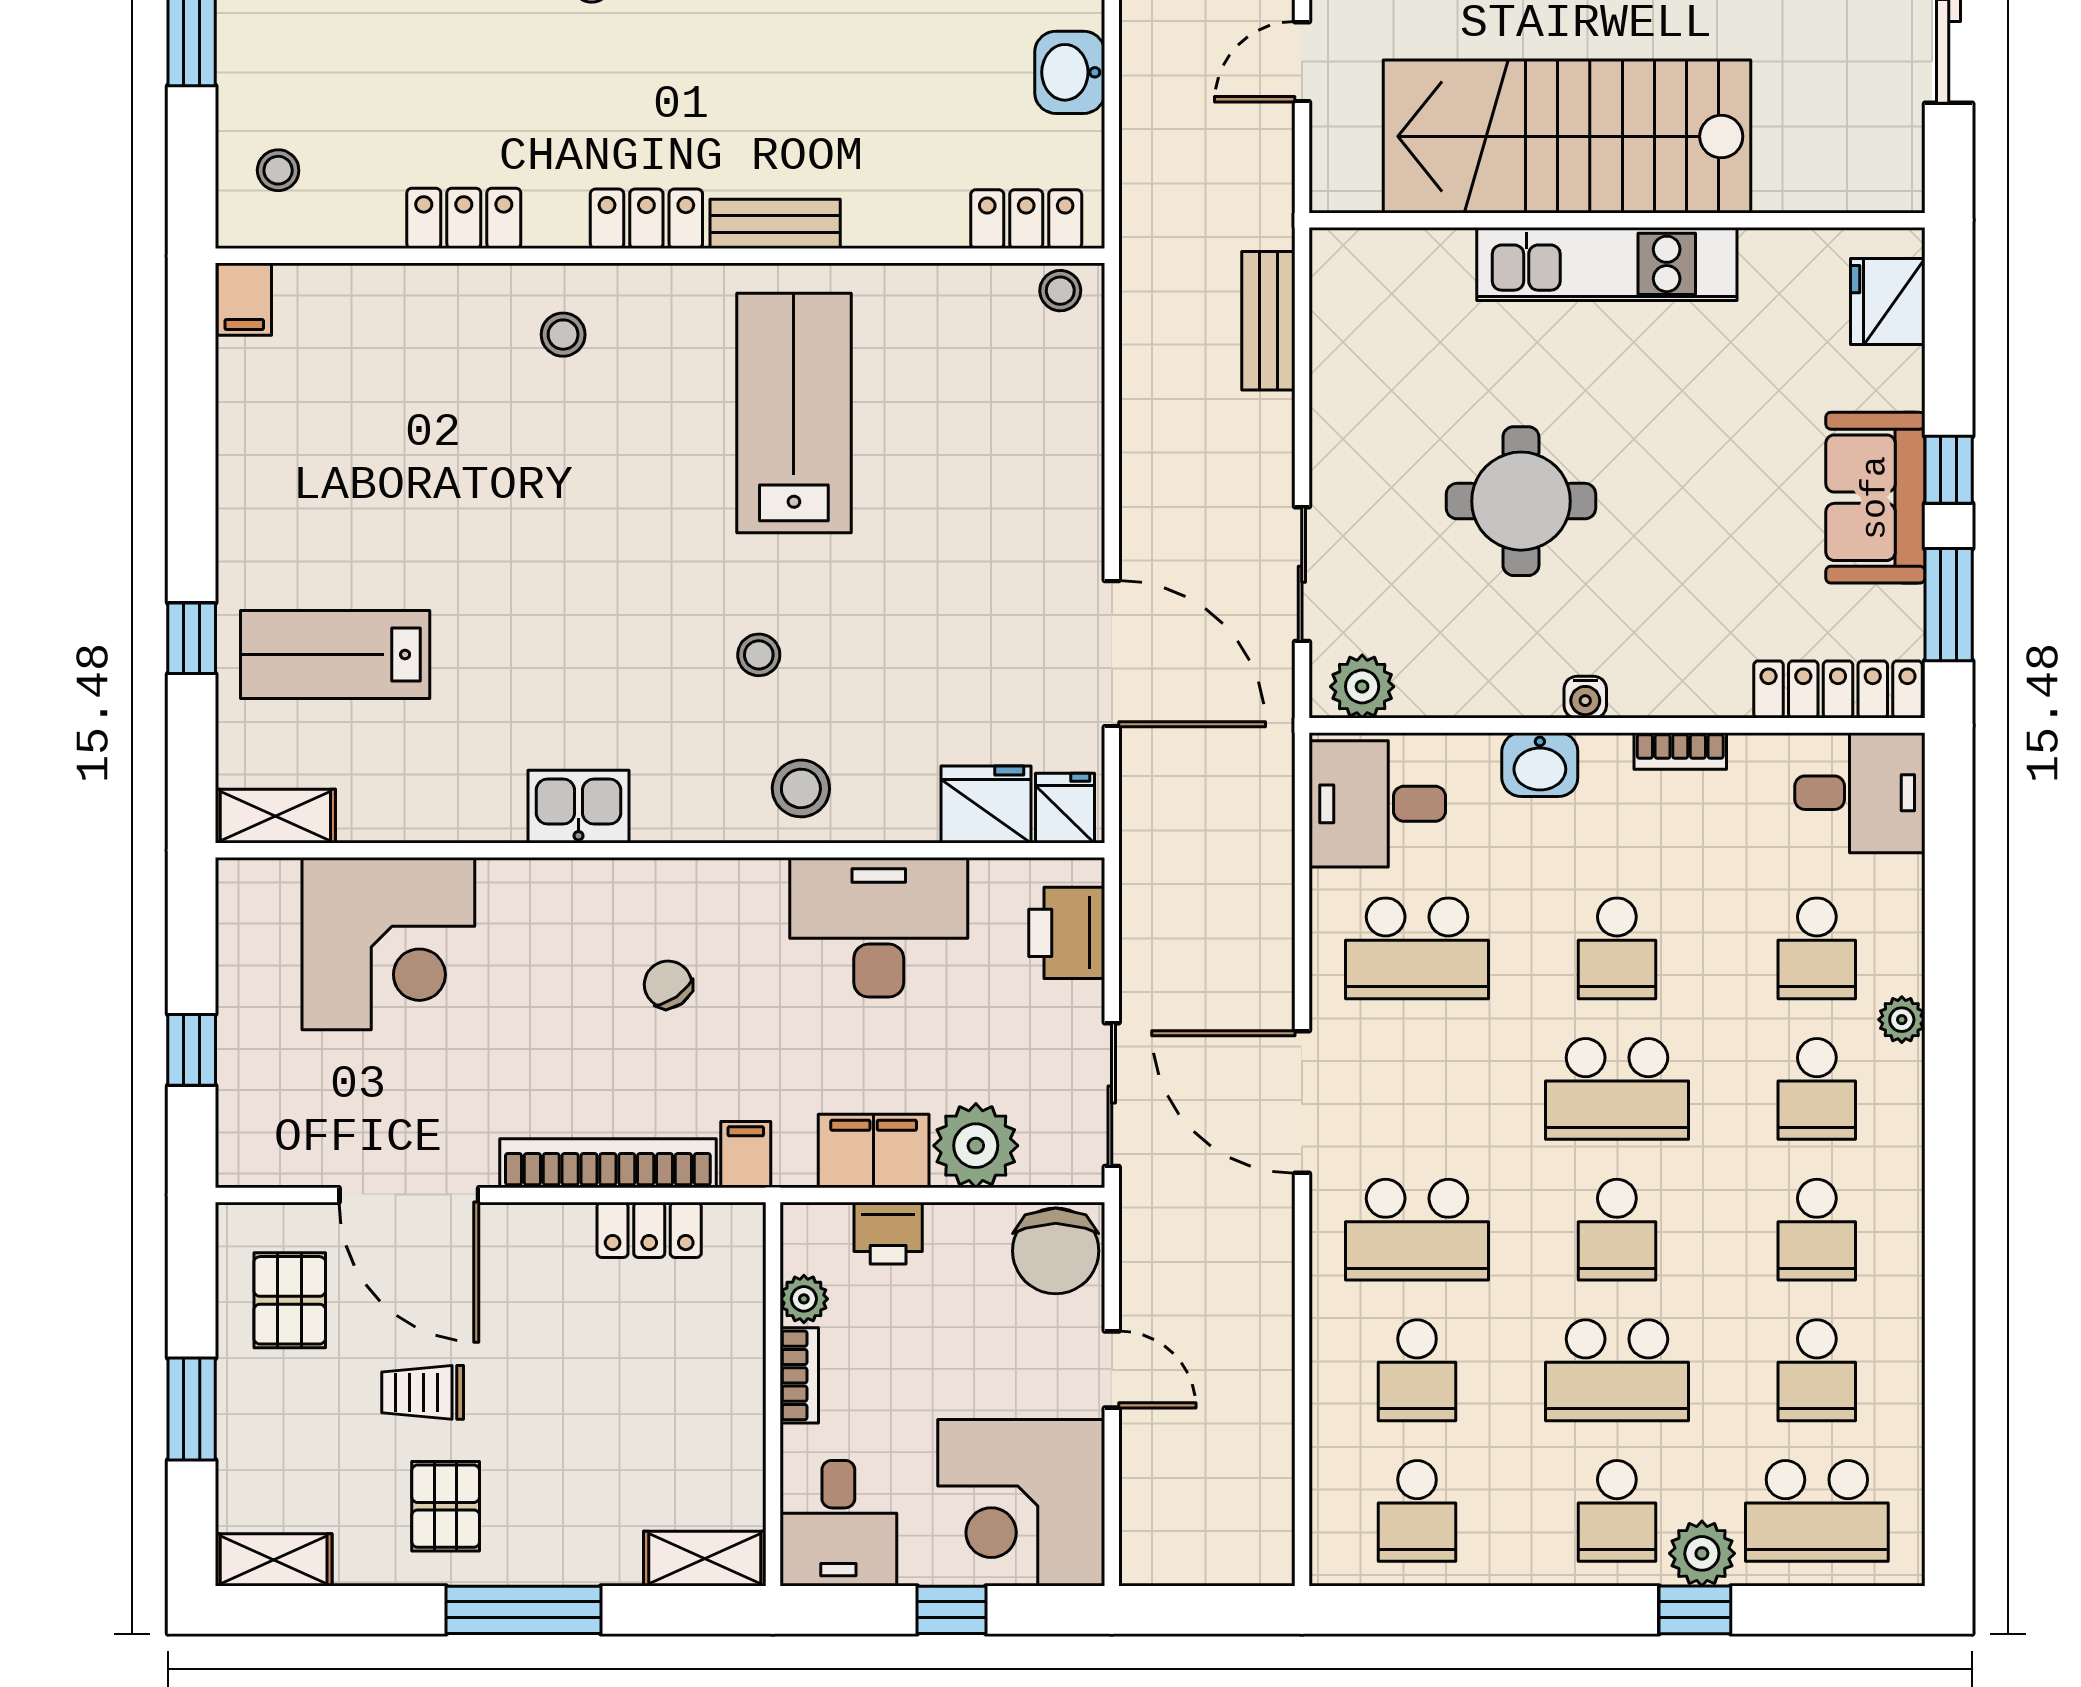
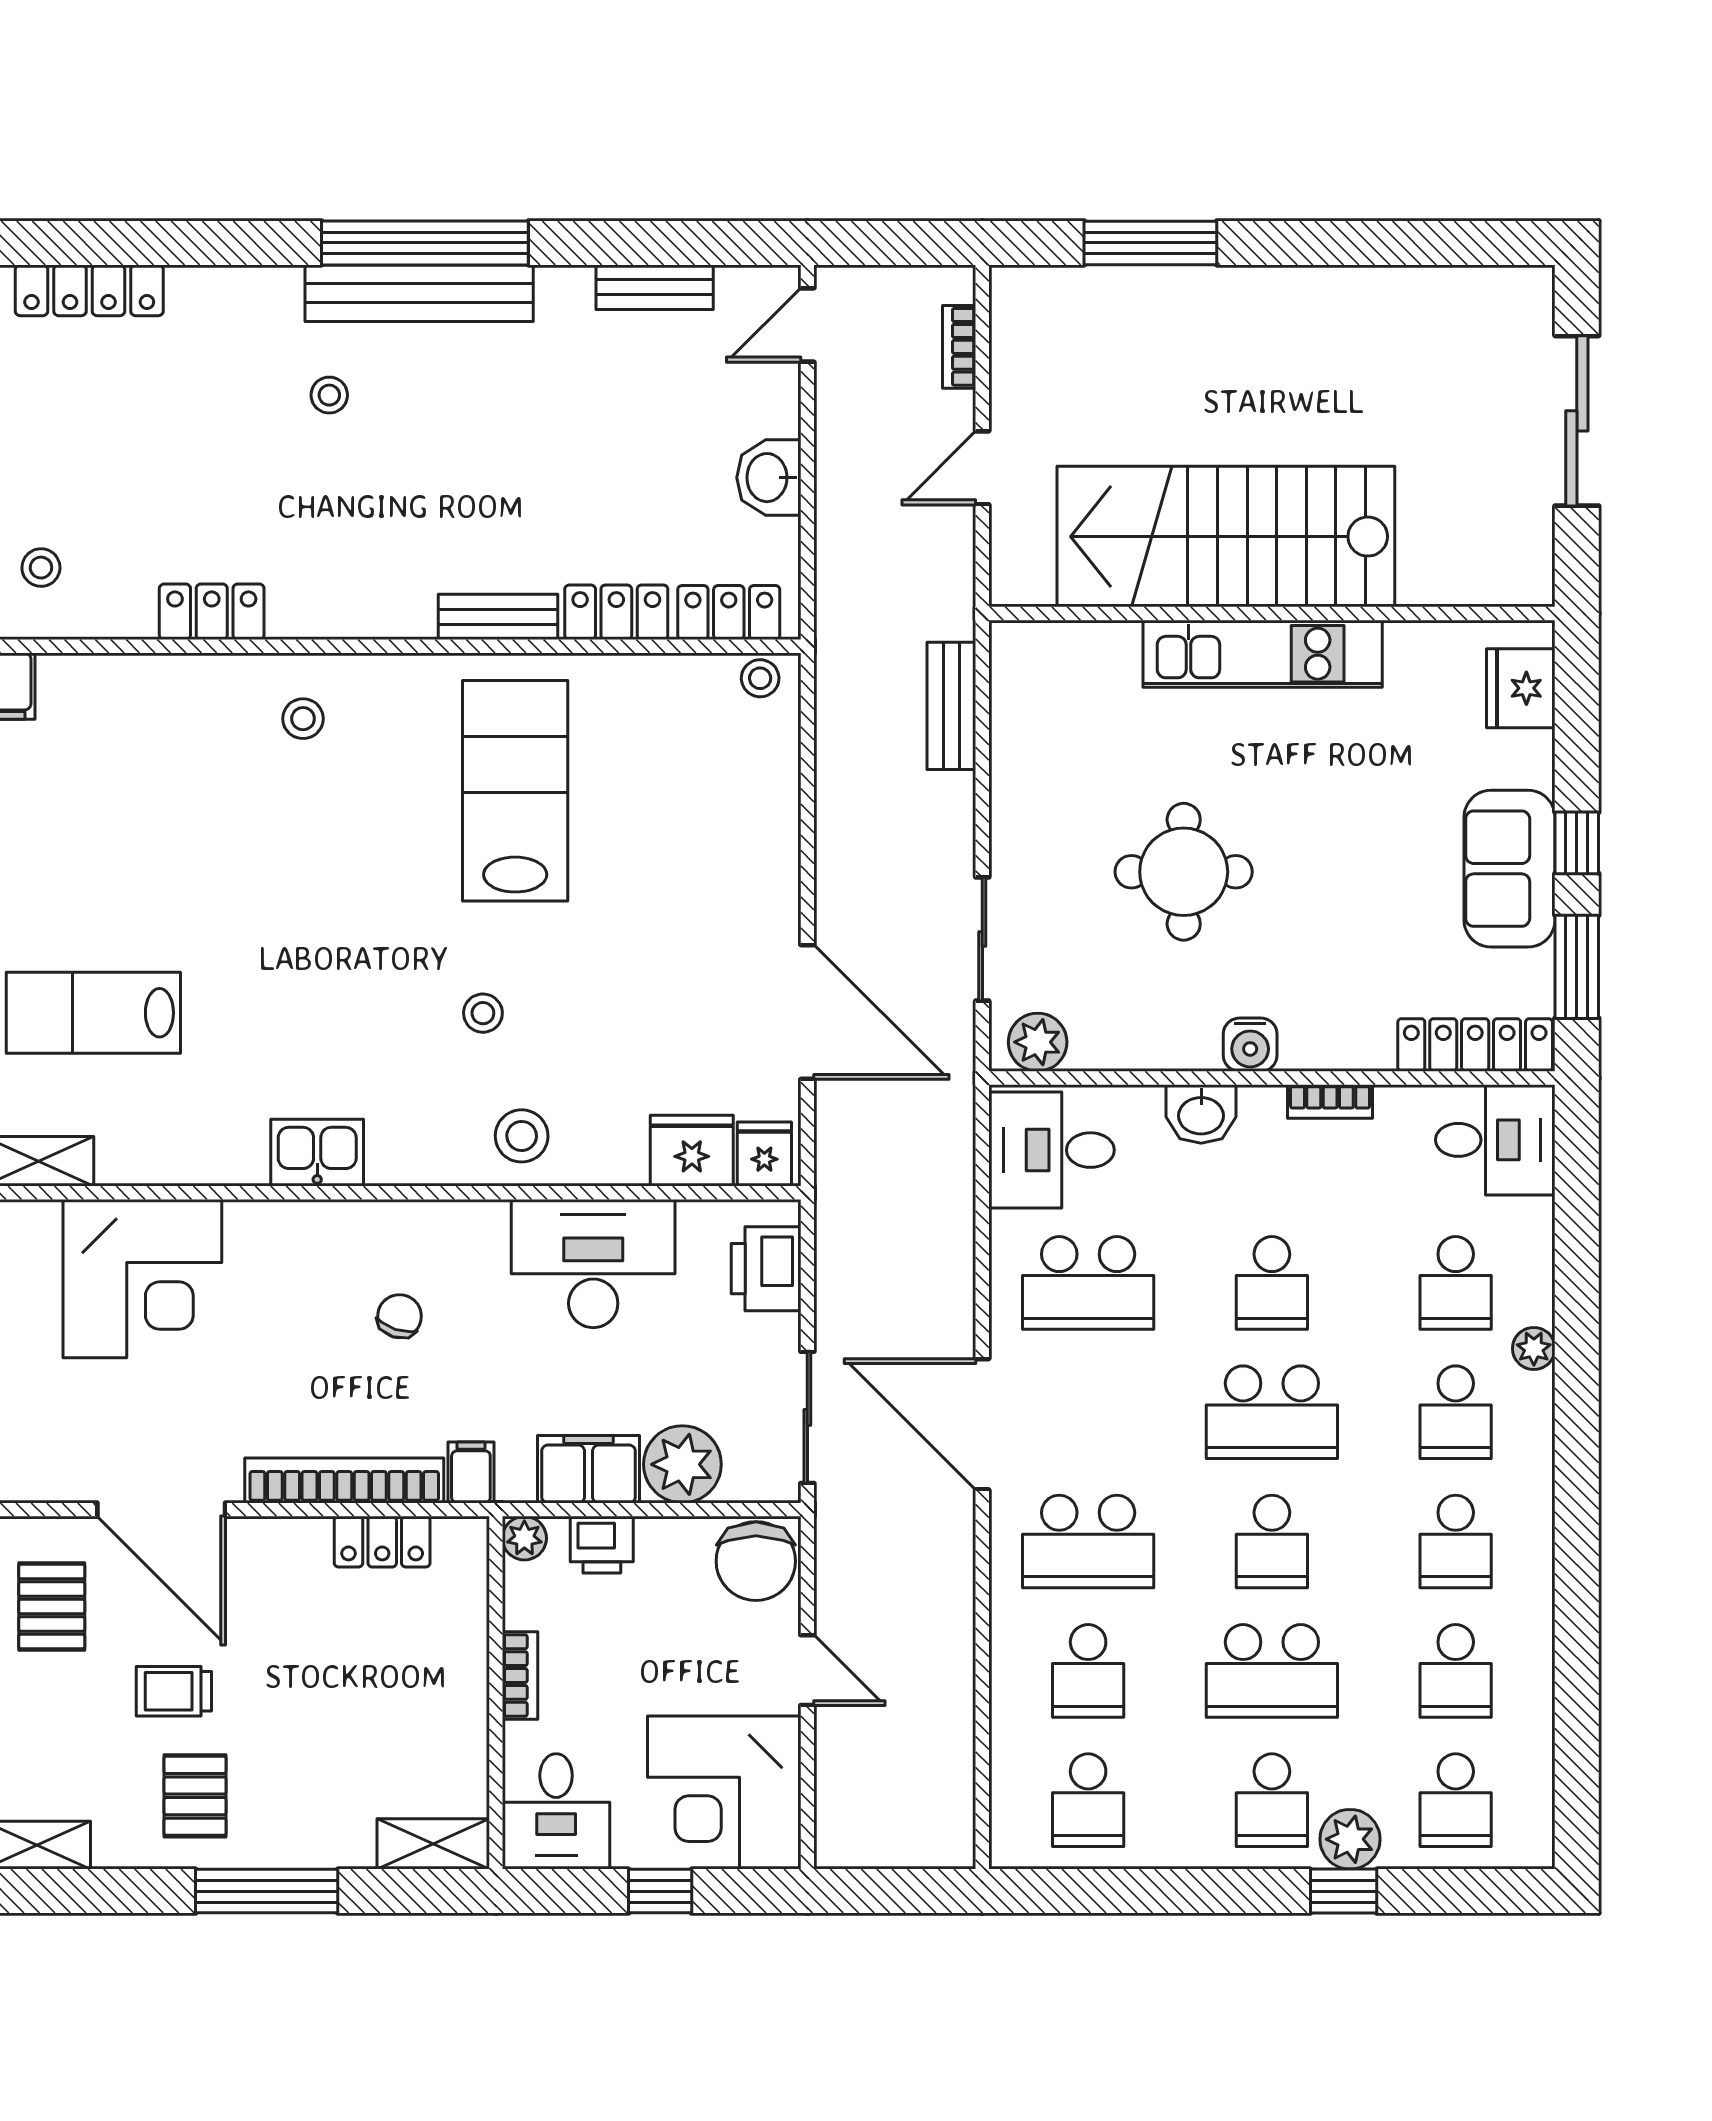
locker: (646, 219) -> (616, 612), moved
water cooler: (1585, 697) -> (1250, 1045), width x1.38, depth x1.38
chair: (668, 985) -> (400, 1316), turned 53
plant: (804, 1299) -> (524, 1538), moved
school desk: (1817, 1511) -> (1456, 1800), width x0.54

